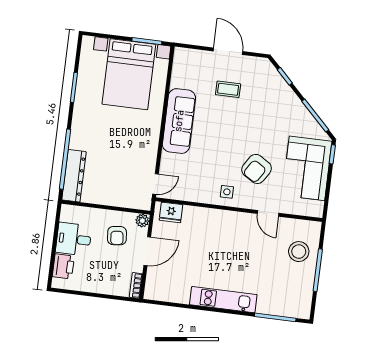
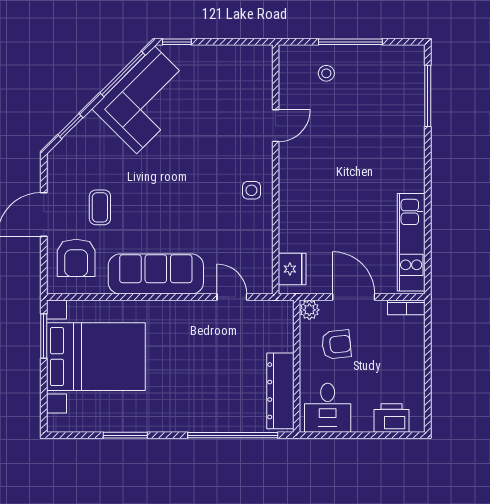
corner sofa: (307, 168) -> (146, 100), moved, turned -45
armchair: (257, 169) -> (76, 258), moved, turned 58
dresser: (74, 176) -> (280, 391), moved, turned -90
door: (156, 184) -> (232, 297), moved
desk: (74, 239) -> (328, 408), moved
stool: (299, 252) -> (326, 73), width x0.53, depth x0.53
kitchen unit: (223, 300) -> (411, 242), moved

